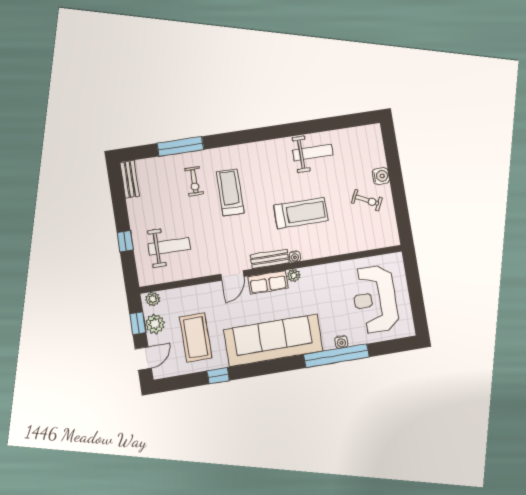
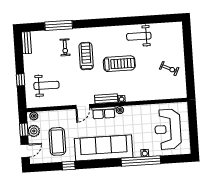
weight bench: (313, 153) -> (139, 36), turned 180
water cooler: (381, 176) -> (179, 54), removed
treadmill: (301, 213) -> (119, 64), moved

